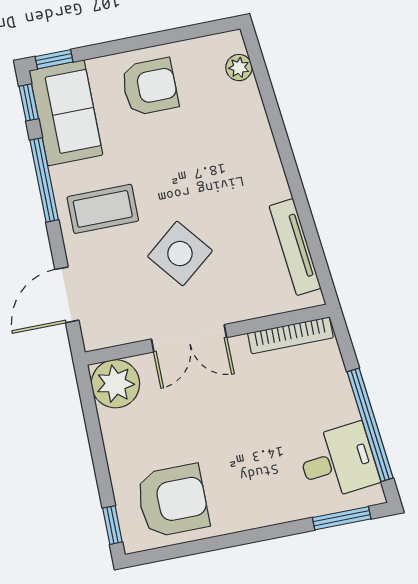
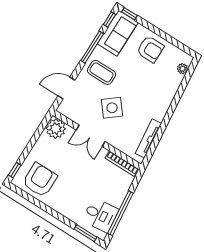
armchair: (173, 501) -> (40, 180), turned -90

